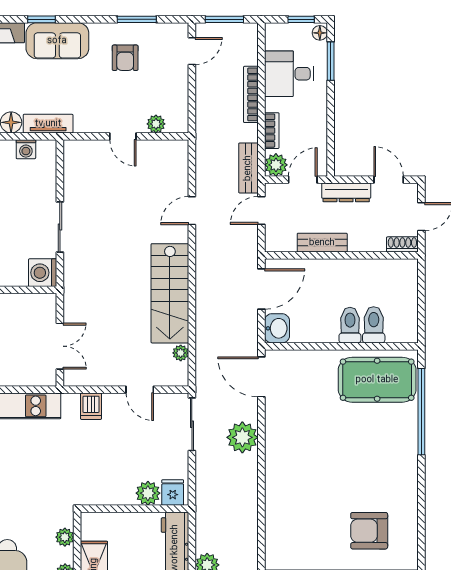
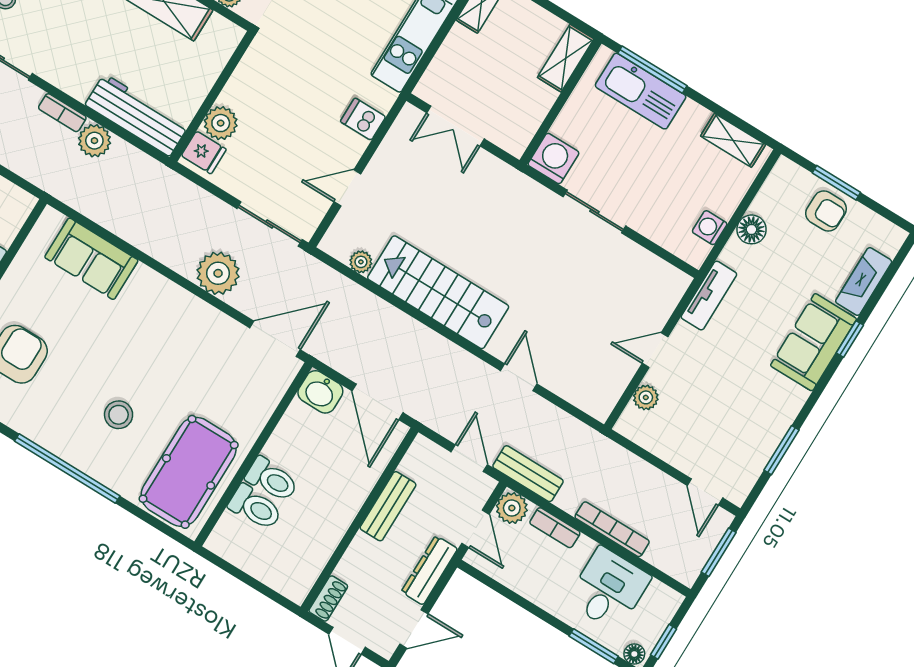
armchair: (125, 58) -> (745, 409), removed
tv unit: (48, 124) -> (709, 296), moved
window: (421, 412) -> (67, 469), moved
stool: (368, 445) -> (119, 415), added
sofa: (282, 522) -> (91, 259), added

